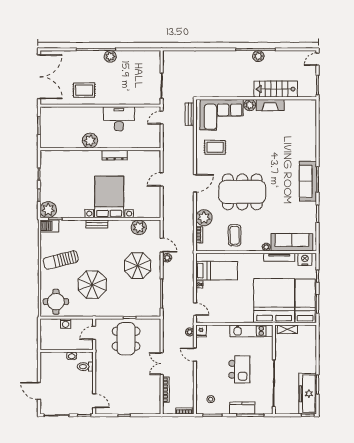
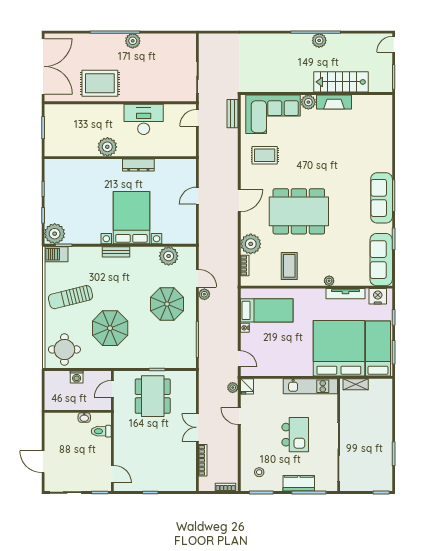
rug: (84, 90) -> (100, 83), width x1.36, depth x1.43
sofa: (292, 242) -> (381, 260), moved, turned -90
freezer: (308, 394) -> (381, 465), removed

